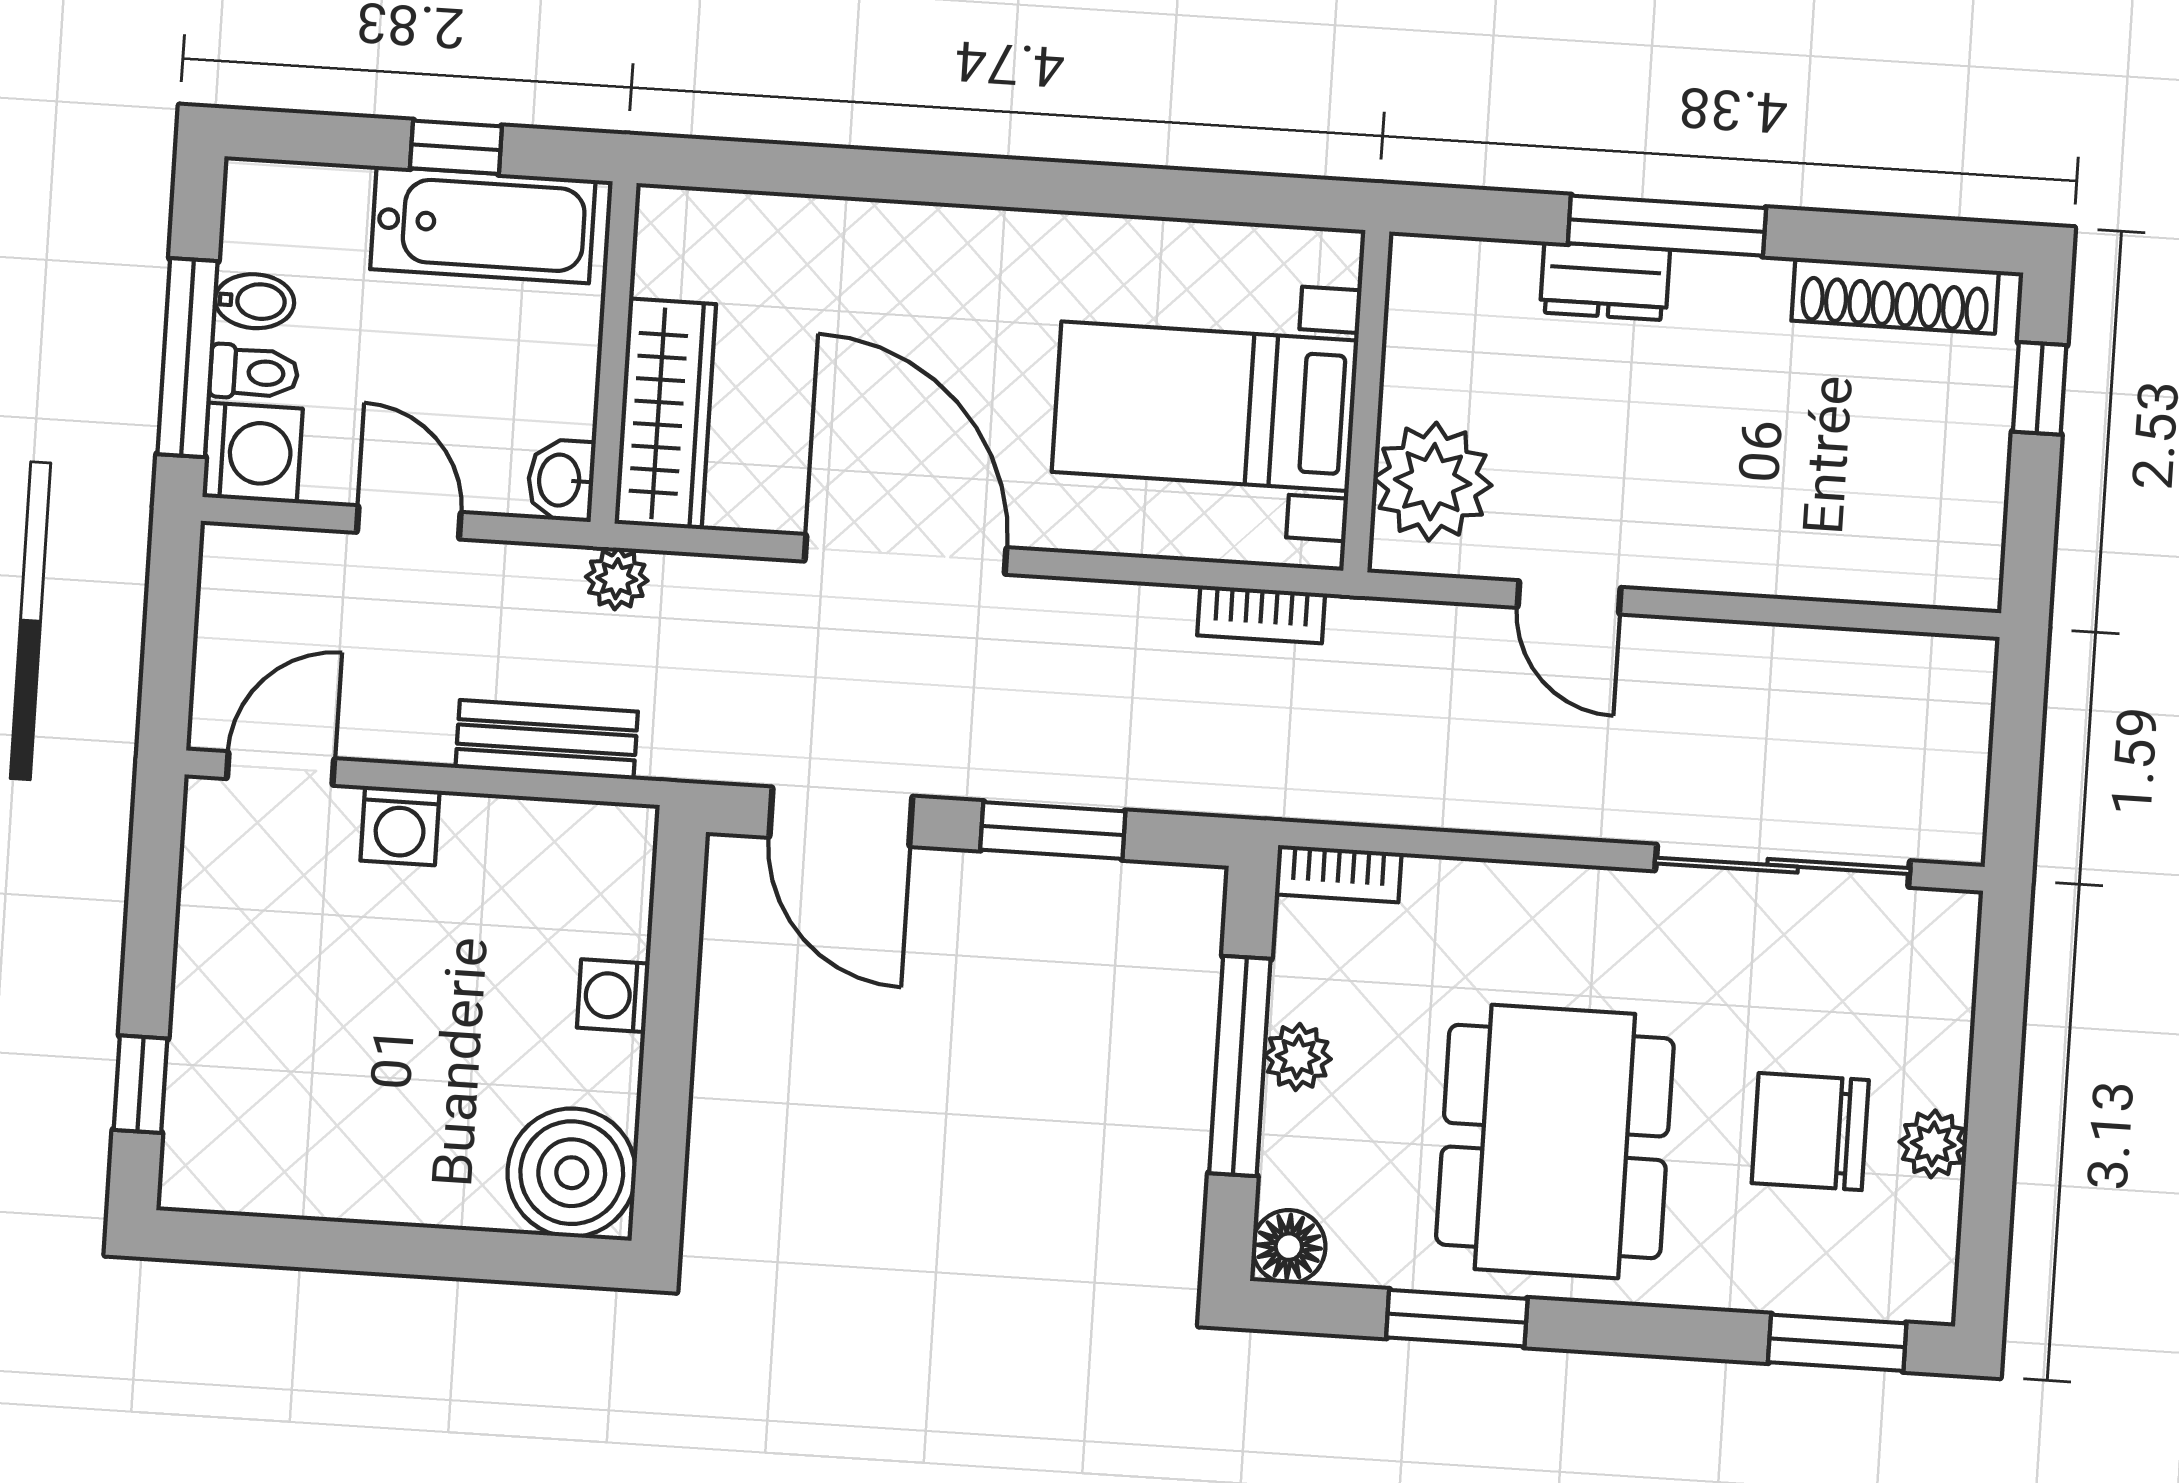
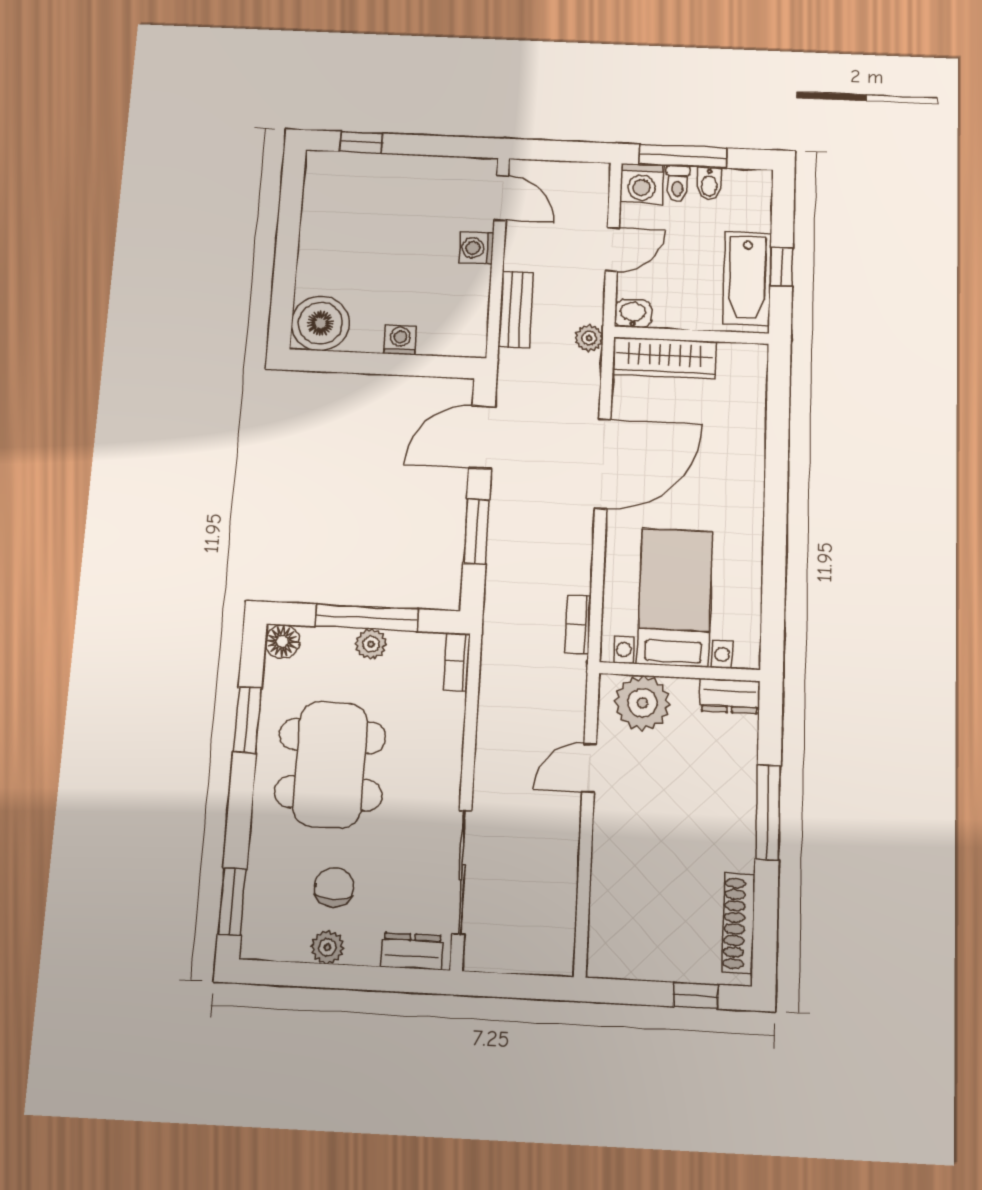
dresser: (1605, 281) -> (730, 696), moved, turned -90
dresser: (1943, 970) -> (412, 951), added
chair: (1810, 1132) -> (334, 887), width x0.73, depth x0.73
dining table: (1555, 1141) -> (330, 765), turned 90

